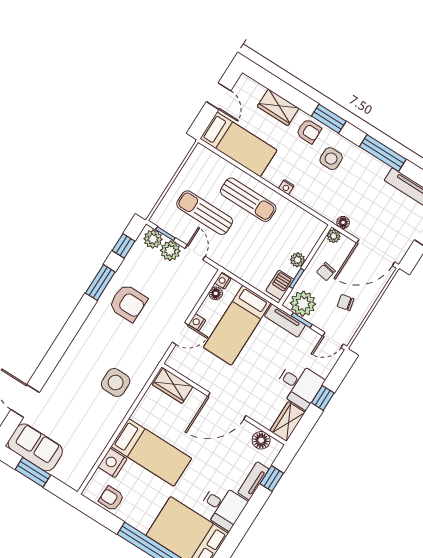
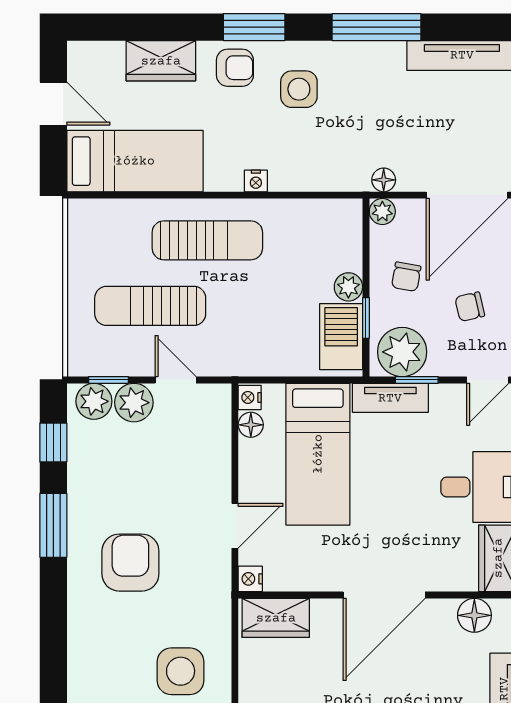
barbecue: (280, 285) -> (341, 337), width x1.38, depth x1.27
armchair: (128, 303) -> (130, 563), moved, turned -90
nightstand: (197, 322) -> (250, 579), moved

